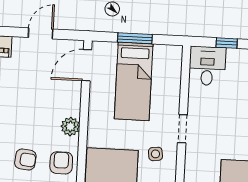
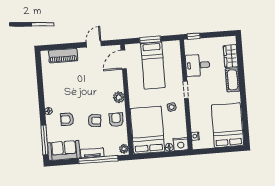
window: (227, 43) -> (194, 36), moved
desk: (207, 66) -> (198, 65), moved, turned -90

